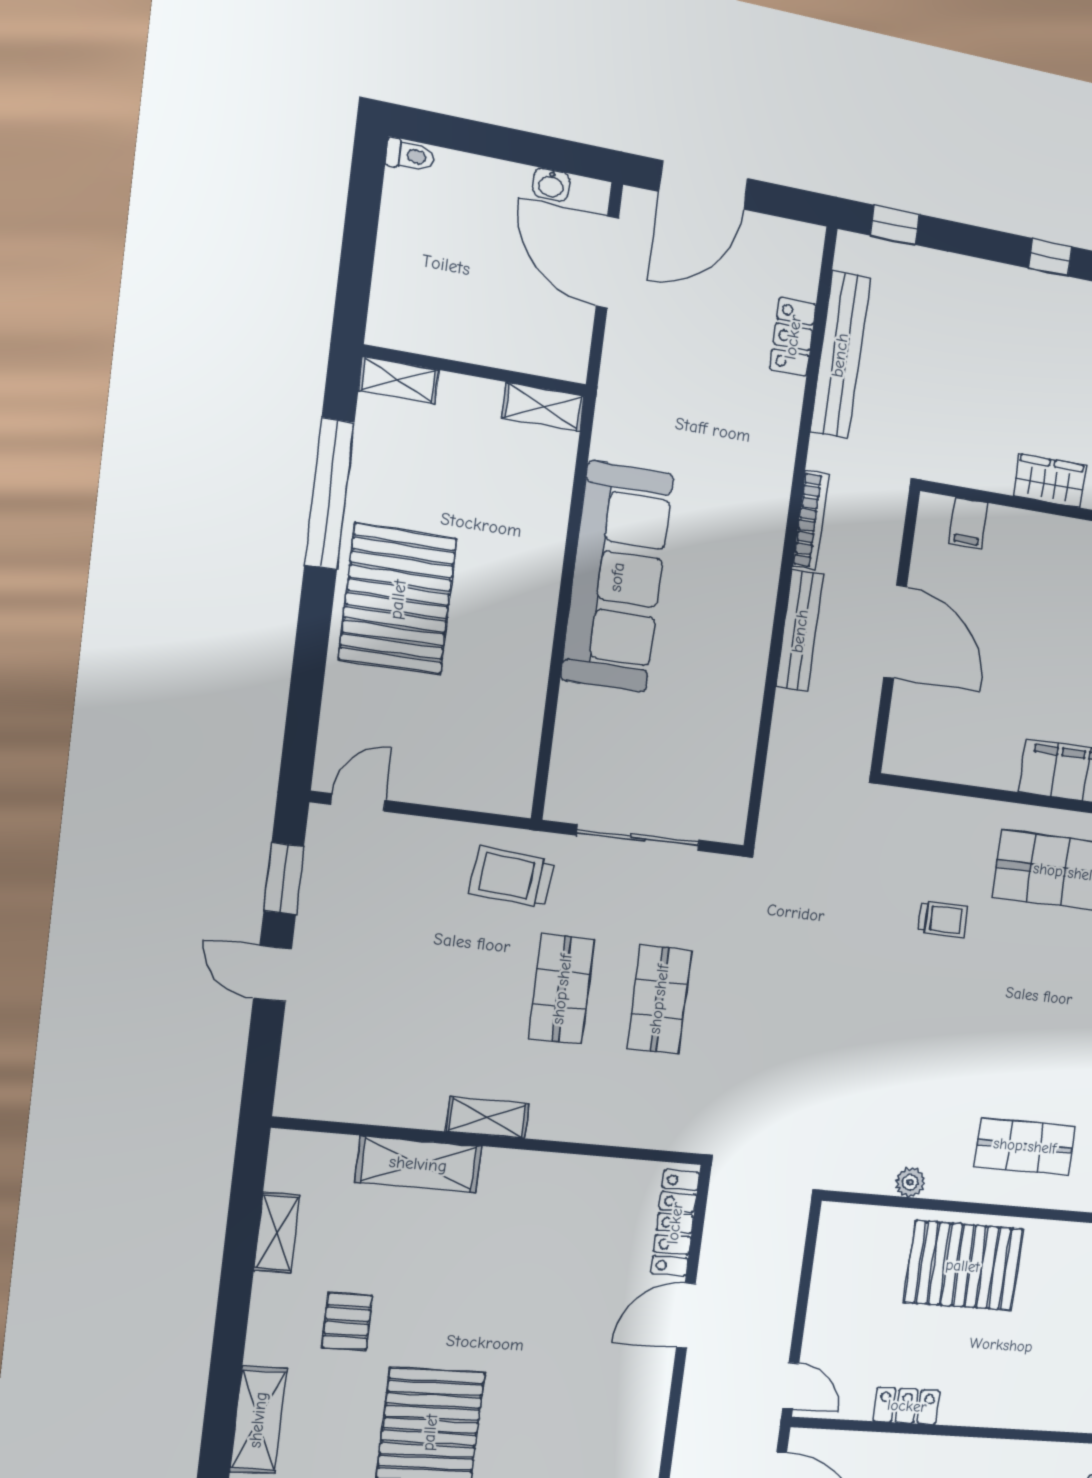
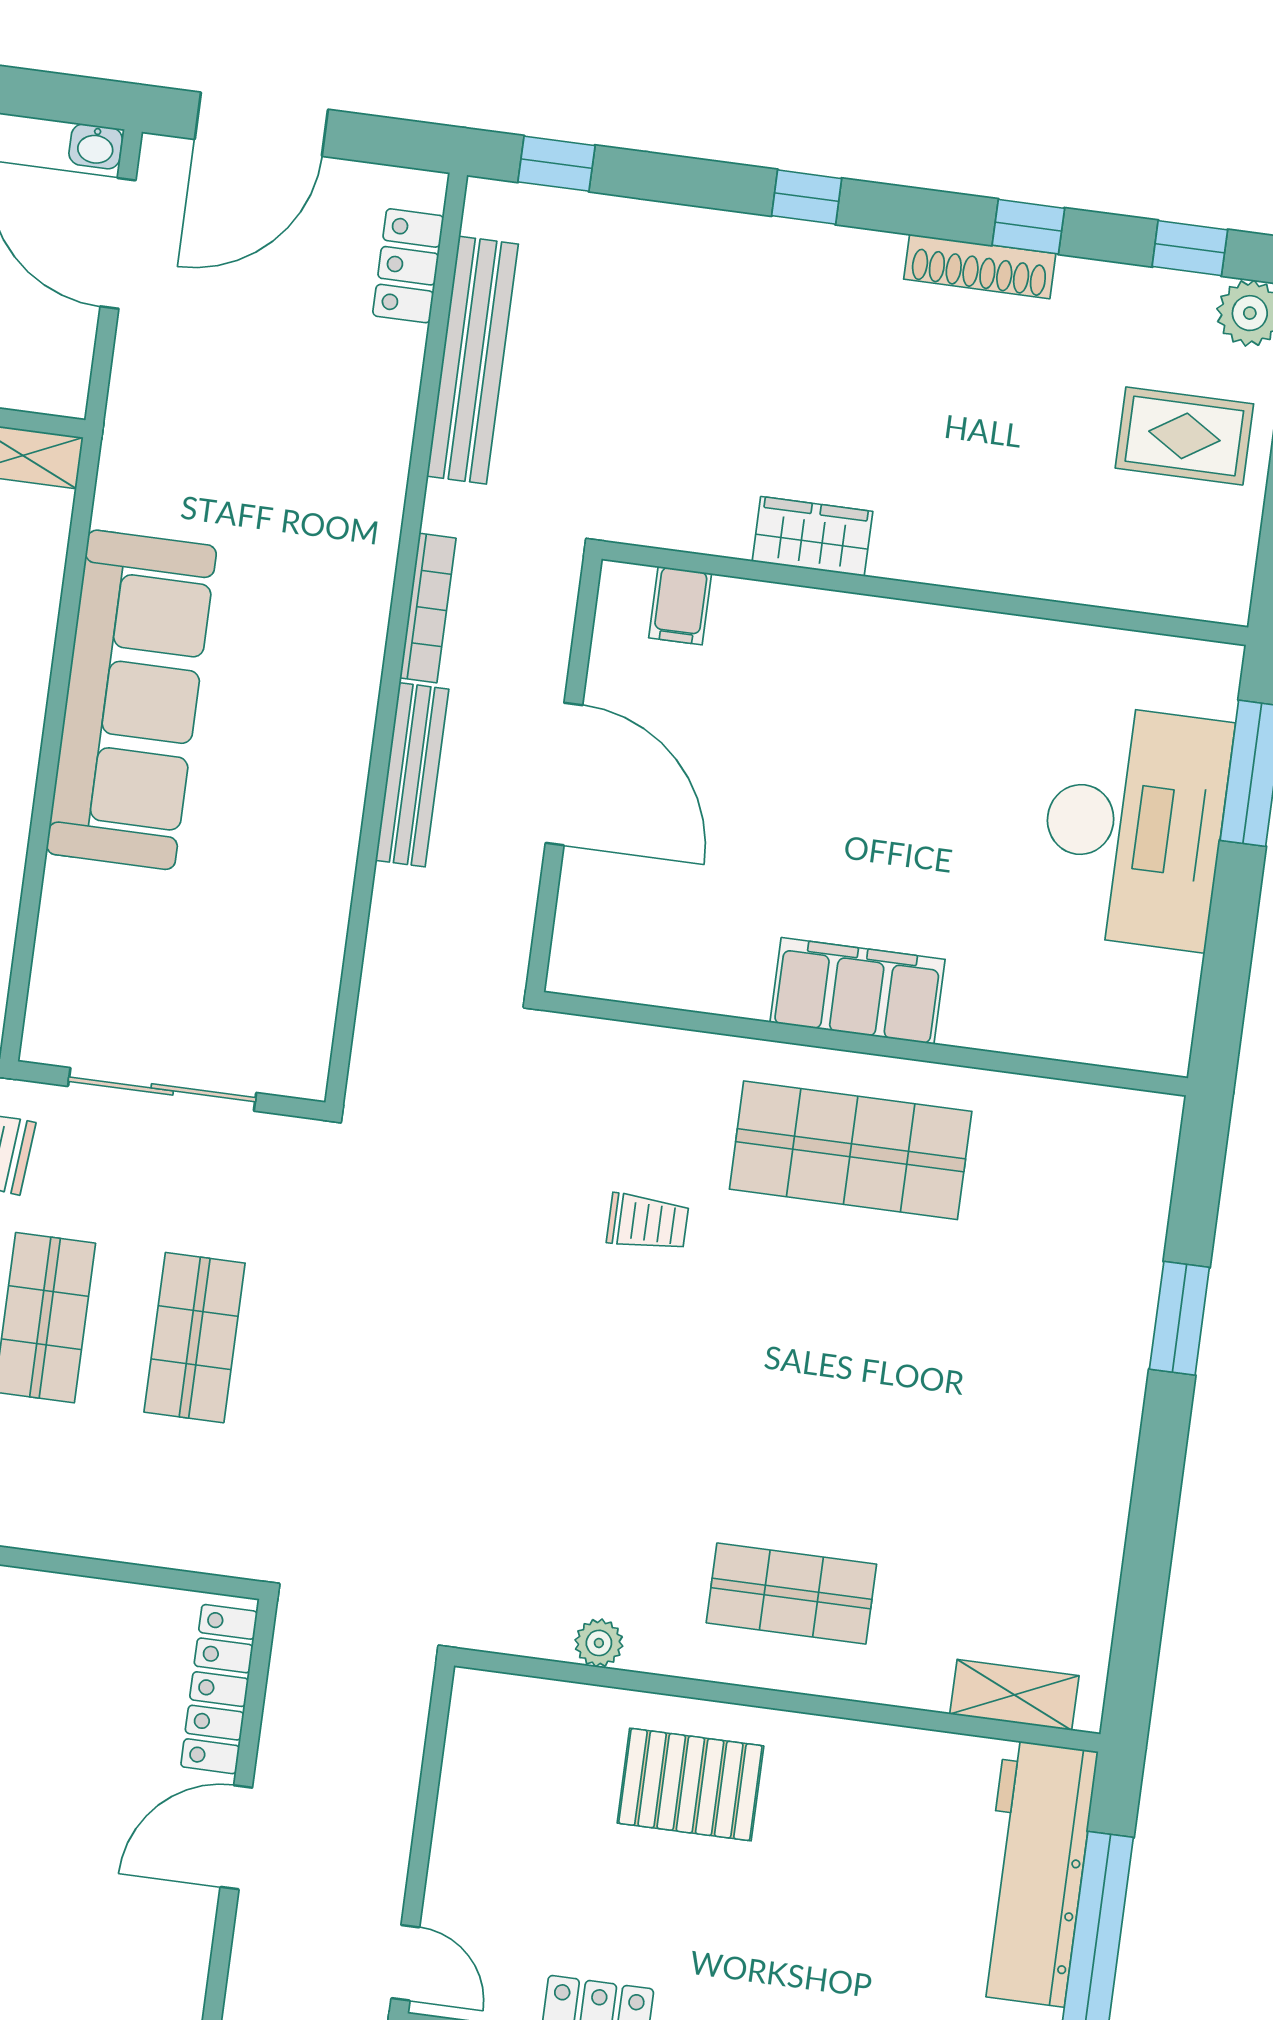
washbasin: (551, 185) -> (96, 146), moved
locker: (793, 337) -> (408, 266), moved
pallet: (963, 1266) -> (690, 1784), width x0.73, depth x0.71

